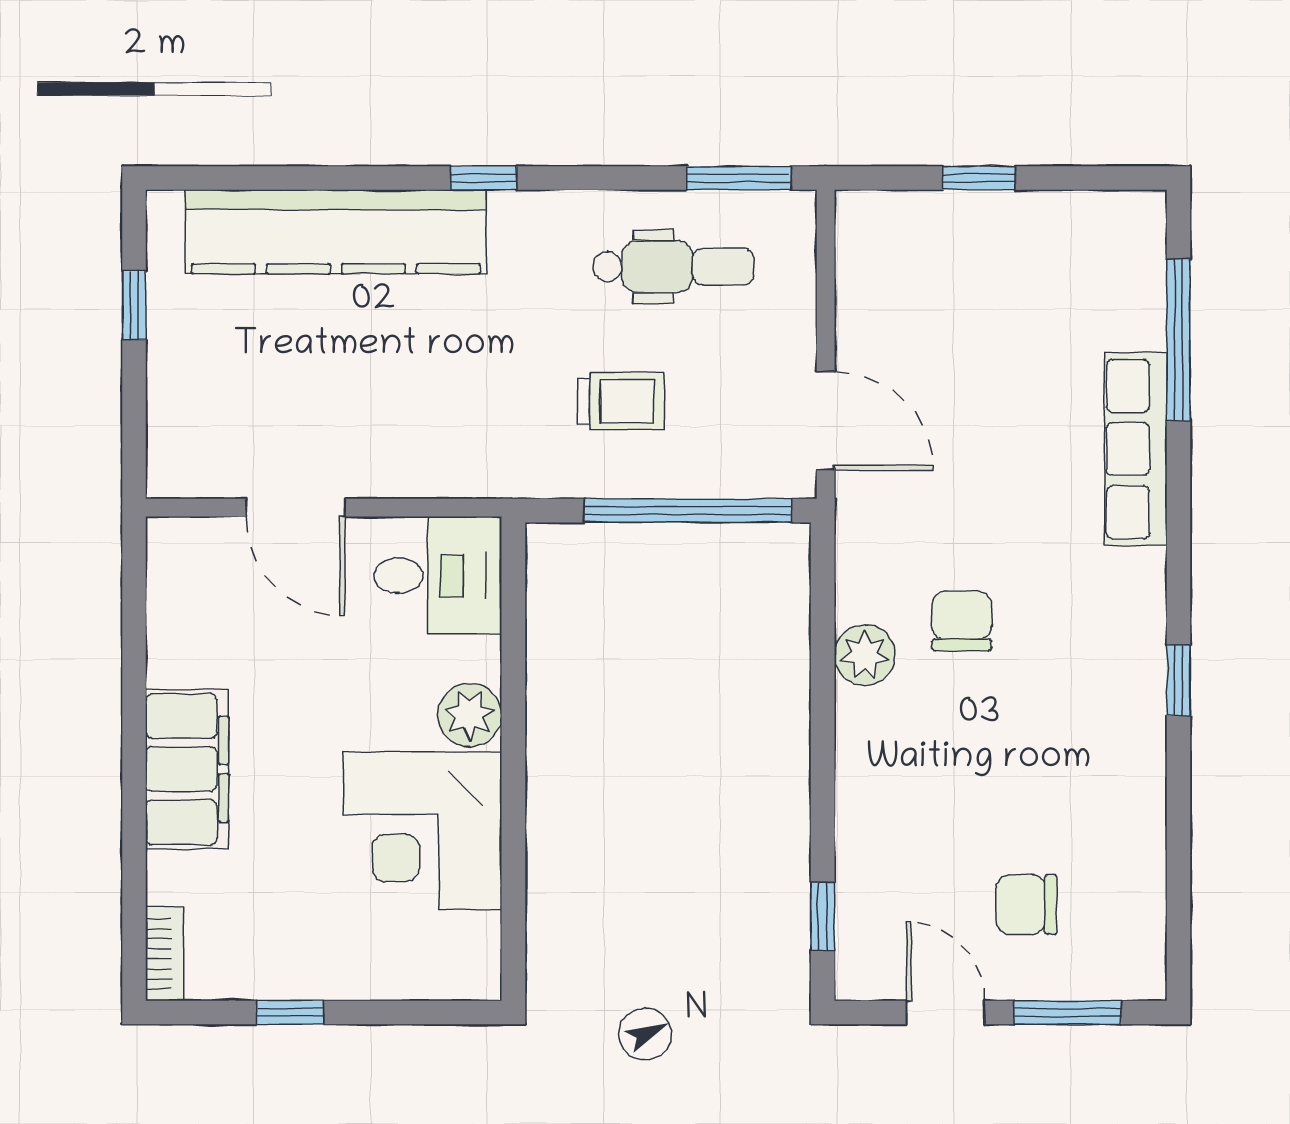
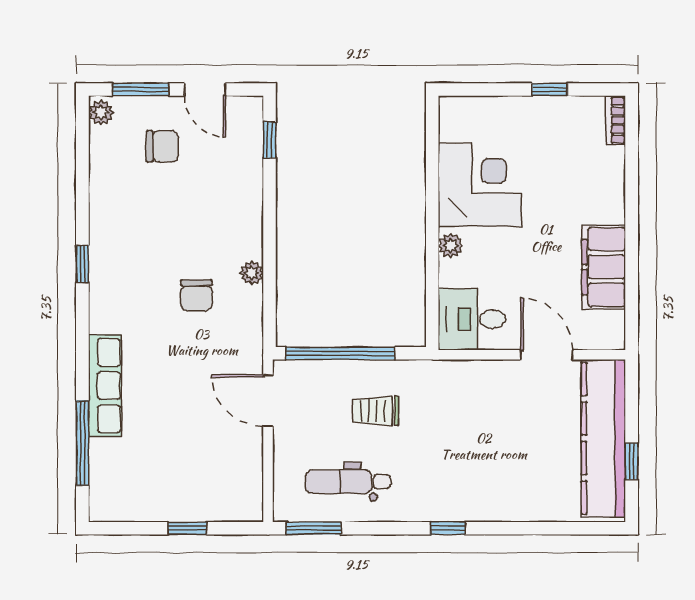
kitchen counter: (336, 232) -> (603, 438), moved, turned -90
plant: (865, 655) -> (252, 273), width x0.73, depth x0.73
plant: (470, 715) -> (451, 246), width x0.73, depth x0.73
filing cabinet: (187, 769) -> (604, 267), moved
plant: (1143, 969) -> (101, 112), added

